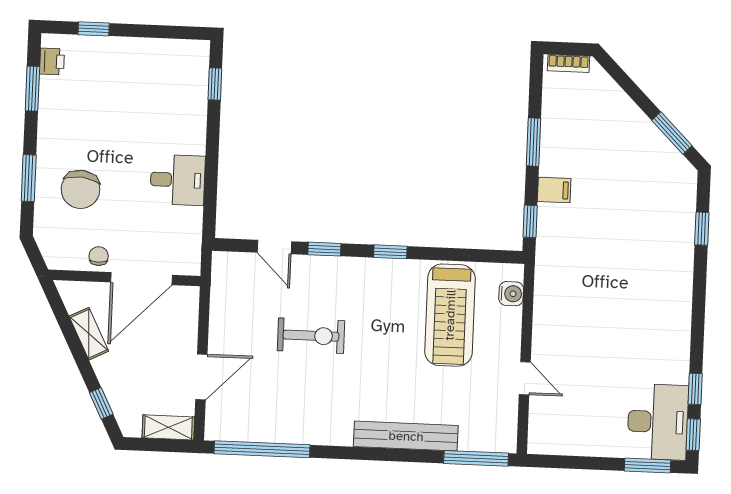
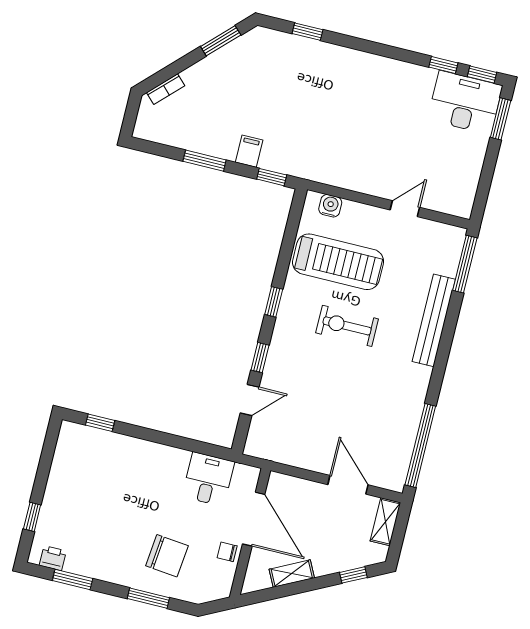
bookcase: (568, 63) -> (166, 89), moved, turned 45
desk: (178, 180) -> (208, 479), moved
exercise bike: (311, 336) -> (347, 326), moved, turned -90

